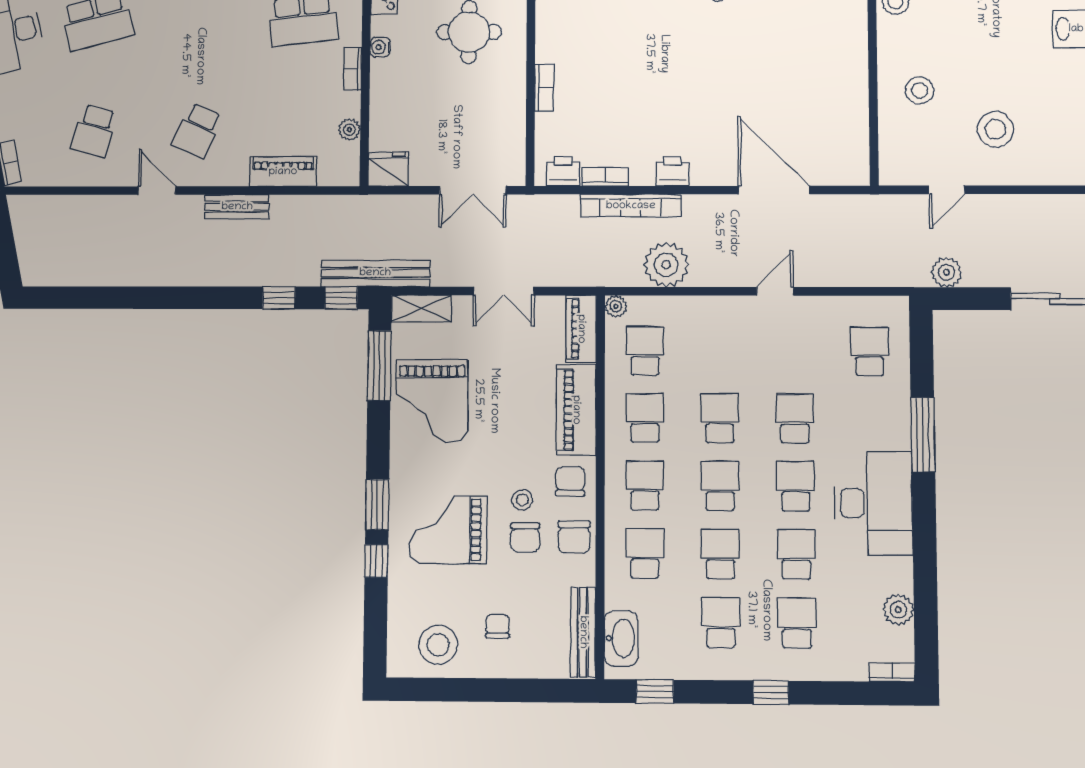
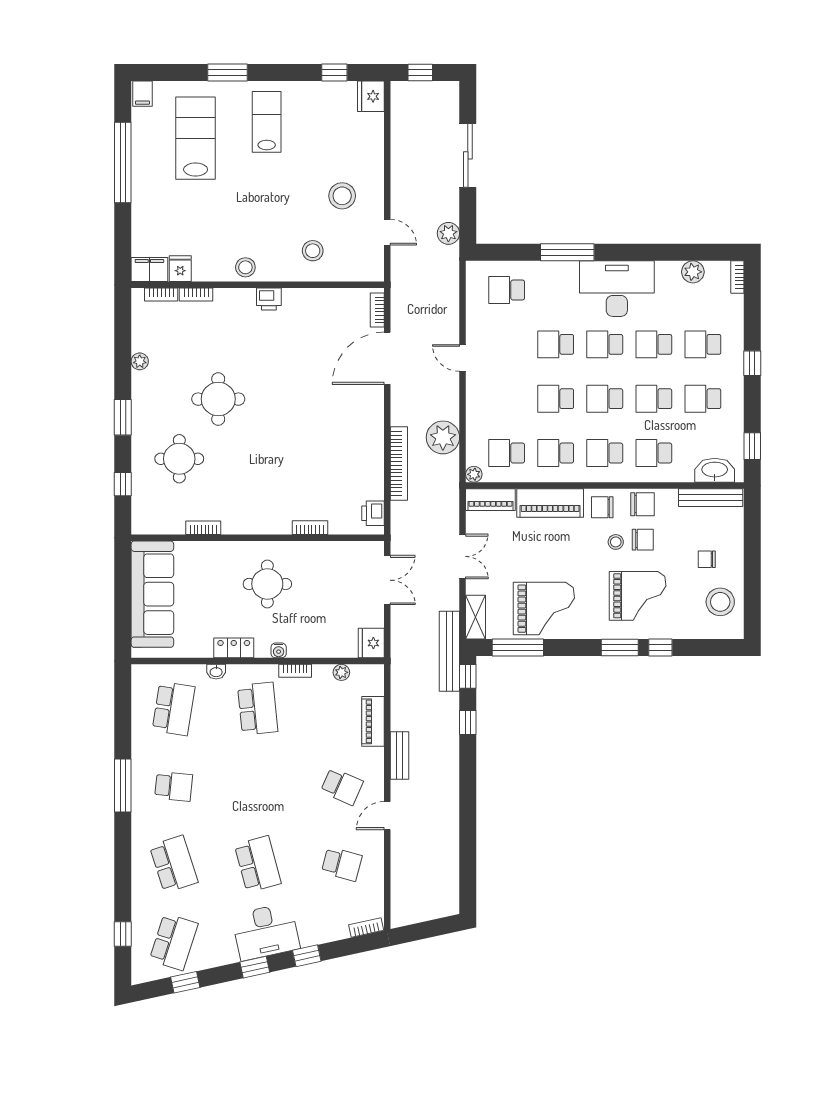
printer: (673, 171) -> (269, 299), moved, turned -90
bookcase: (605, 177) -> (377, 310), moved
grand piano: (448, 530) -> (638, 596), turned -90

